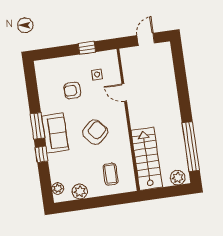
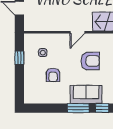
door: (124, 92) -> (77, 32), moved
armchair: (95, 132) -> (90, 61), turned 132

